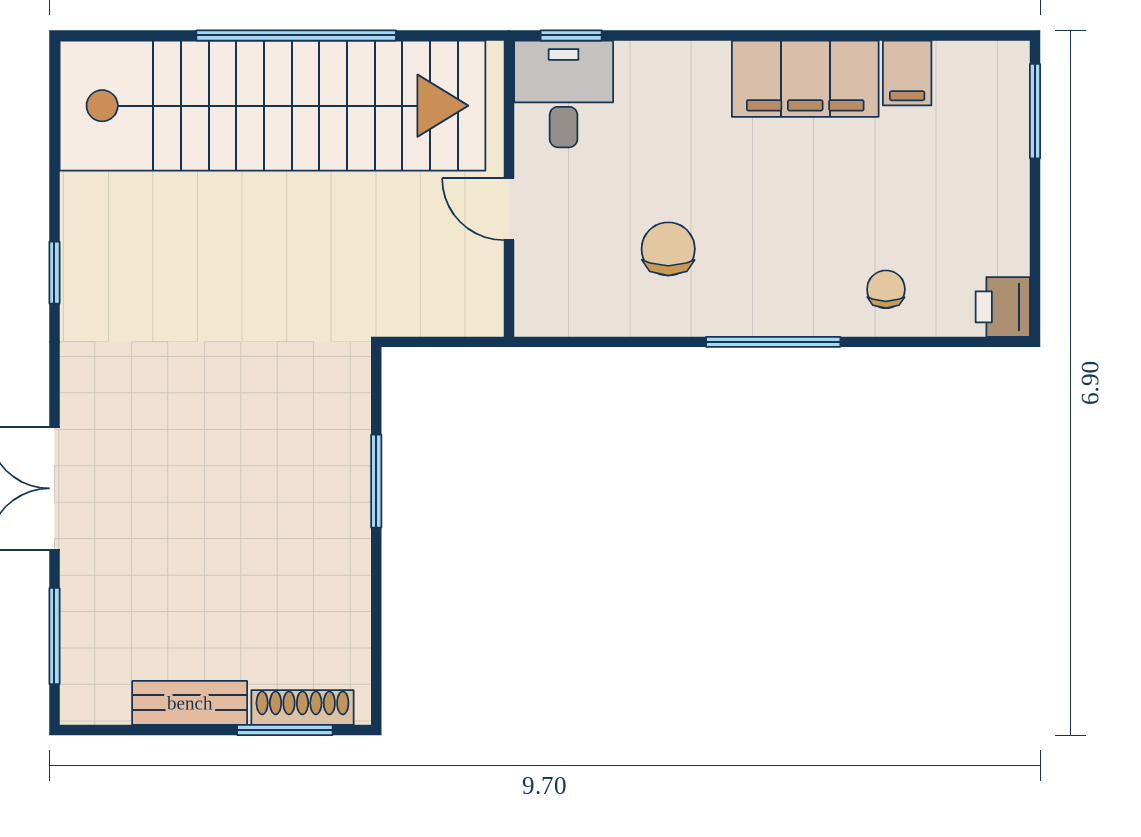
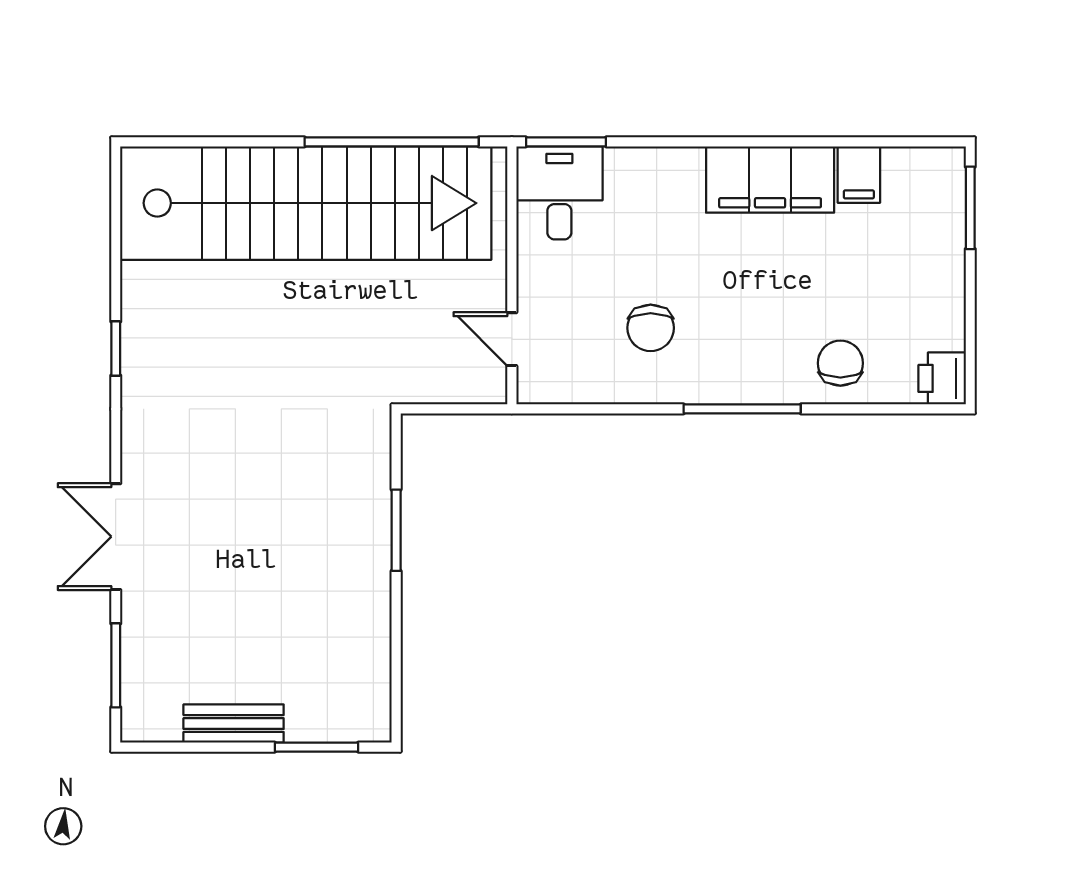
window: (296, 35) -> (392, 142), moved
window: (571, 35) -> (566, 142), width x1.50
door: (509, 209) -> (512, 339), moved
chair: (668, 249) -> (651, 328), turned 180
chair: (886, 289) -> (840, 363), width x1.37, depth x1.37
shoe rack: (302, 707) -> (332, 728), removed

